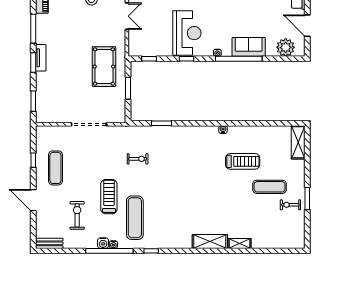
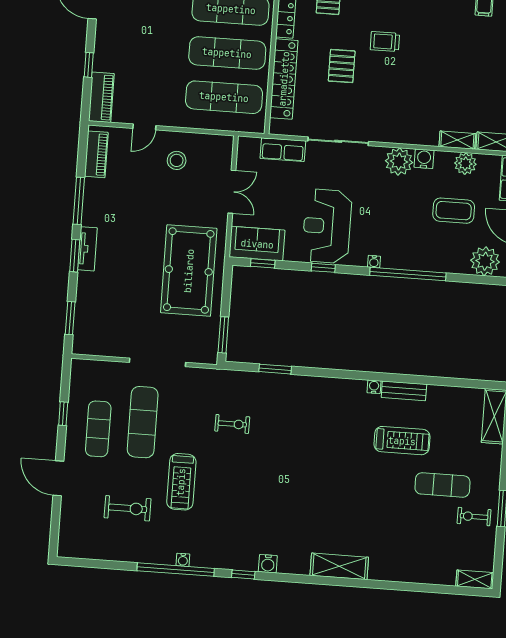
coffee table: (264, 18) -> (454, 211), added
reception desk: (187, 33) -> (327, 226), turned 180
sofa: (249, 47) -> (257, 244), moved
pool table: (104, 67) -> (189, 271), width x1.36, depth x1.32
window: (128, 88) -> (223, 335), moved
treadmill: (109, 197) -> (181, 482), turned 180
exercise bike: (77, 215) -> (128, 508), turned 90
exercise mat: (135, 218) -> (143, 422), moved
bench: (49, 243) -> (404, 391), moved
water cooler: (103, 243) -> (268, 564), moved
shelving: (240, 243) -> (475, 579), moved

